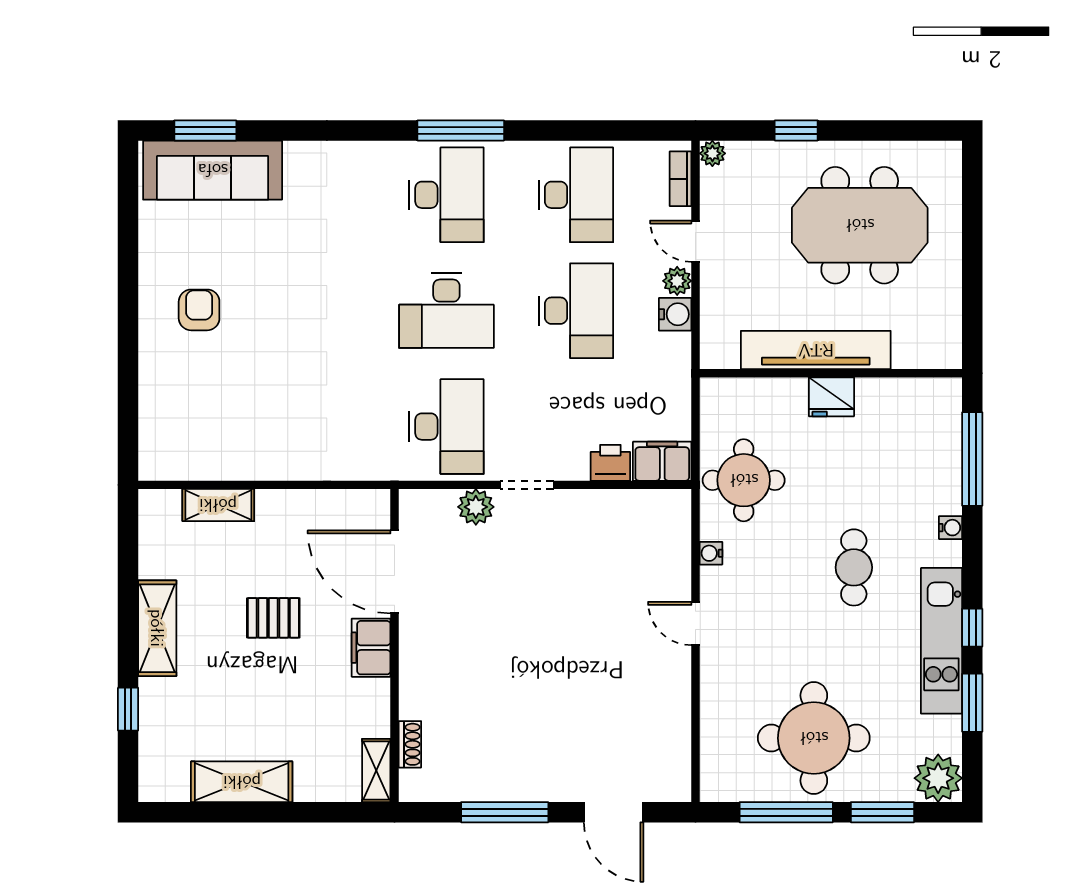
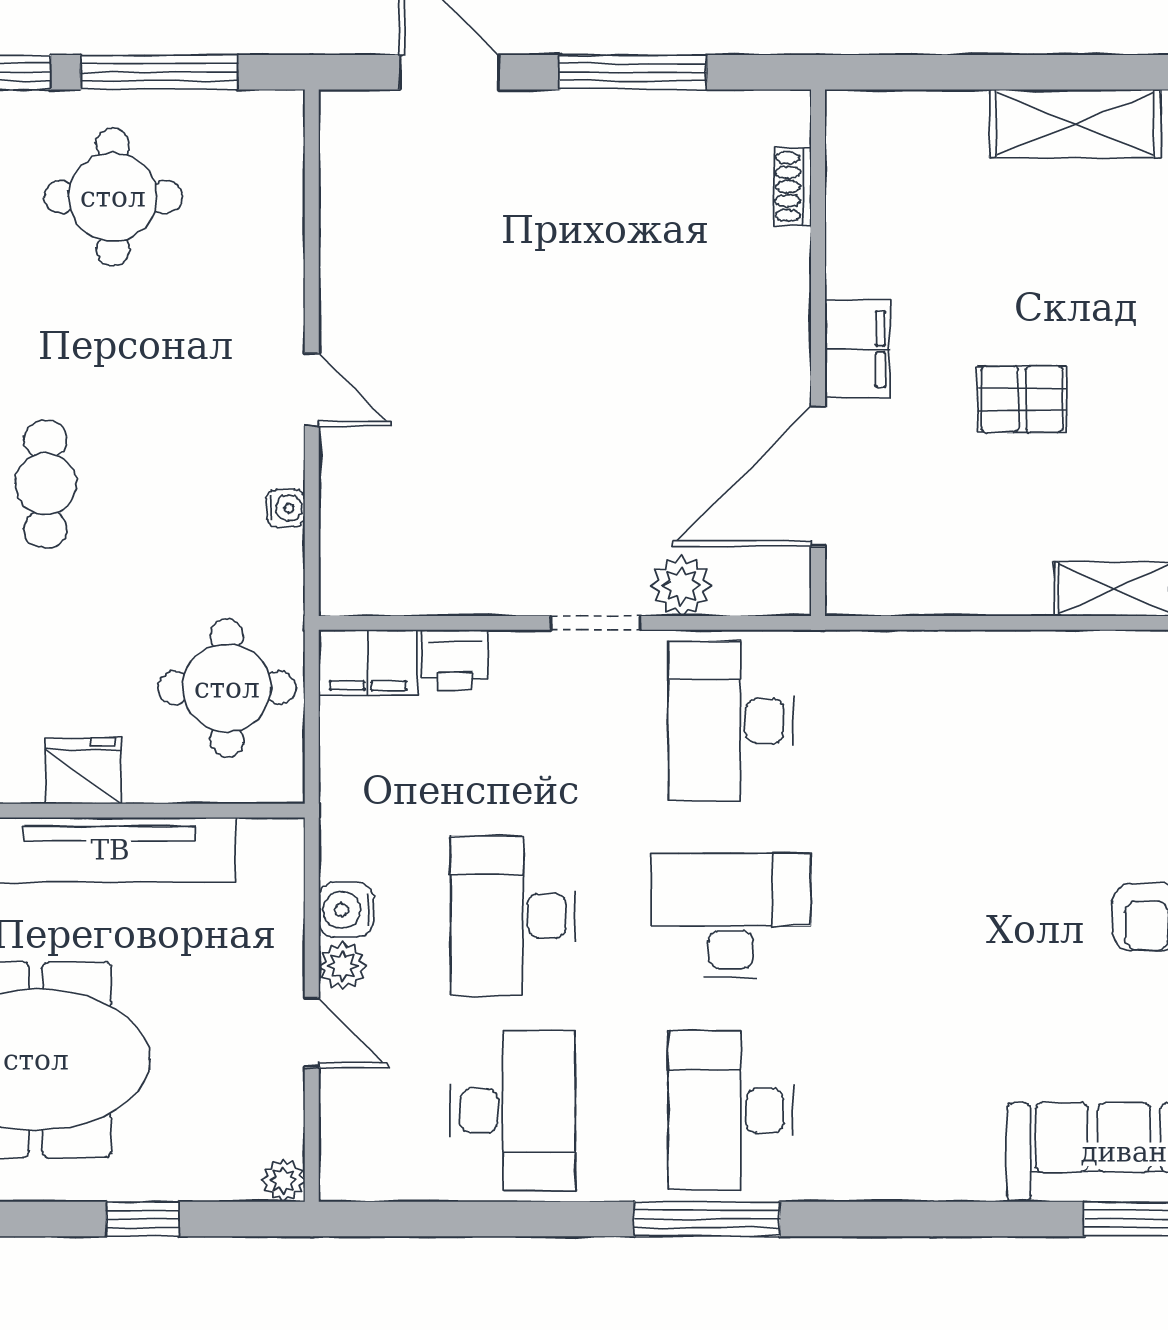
bookcase: (681, 179) -> (337, 1138), removed
desk: (576, 195) -> (513, 1111), turned 180
round table: (744, 480) -> (227, 688), moved
door: (395, 572) -> (818, 477), swing flipped
round table: (814, 738) -> (113, 197), width x0.73, depth x0.73
shelving: (376, 770) -> (849, 142), removed

